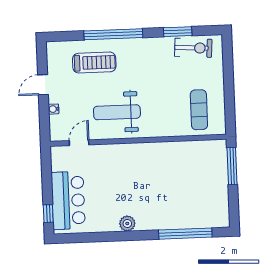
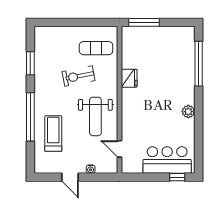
exercise bike: (193, 48) -> (78, 76), moved, turned -105
fridge: (164, 151) -> (129, 78), added

